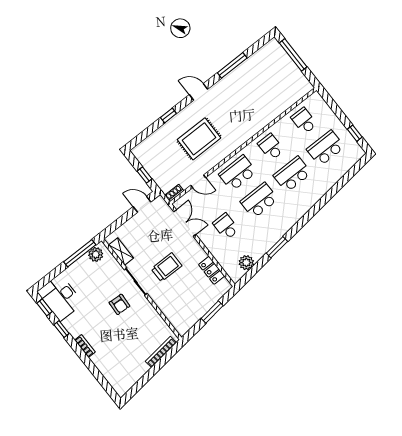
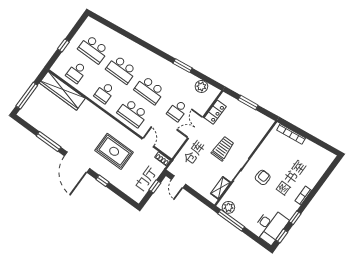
door: (199, 92) -> (77, 162), width x1.88
wardrobe: (287, 98) -> (62, 91), added
window: (355, 133) -> (63, 45), moved
double door: (185, 223) -> (196, 128), moved
trolley: (166, 267) -> (223, 149), turned 90

